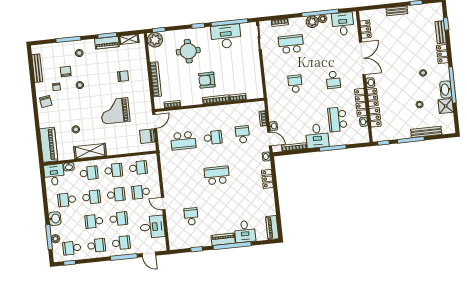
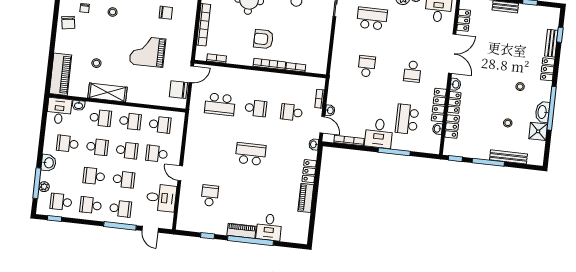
school desk: (243, 134) -> (292, 112), turned -90
piano: (272, 228) -> (306, 198), moved
school desk: (97, 245) -> (91, 205), turned 180

